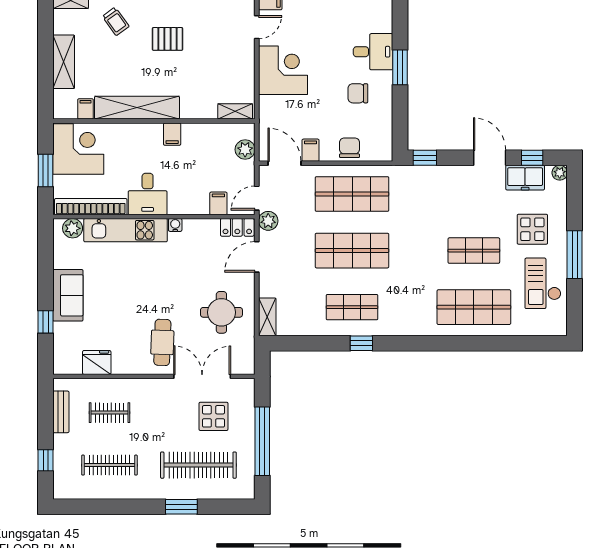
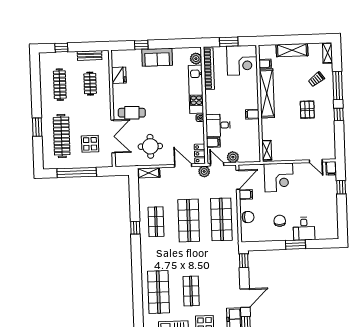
corner desk: (283, 70) -> (279, 177), moved
plant: (245, 150) -> (233, 157), moved
desk: (148, 194) -> (218, 125), moved

